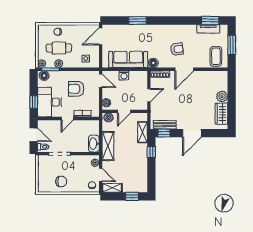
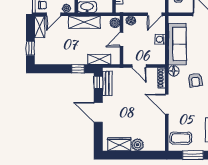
armchair: (177, 49) -> (195, 80), moved
door: (124, 111) -> (122, 40), hinge flipped

